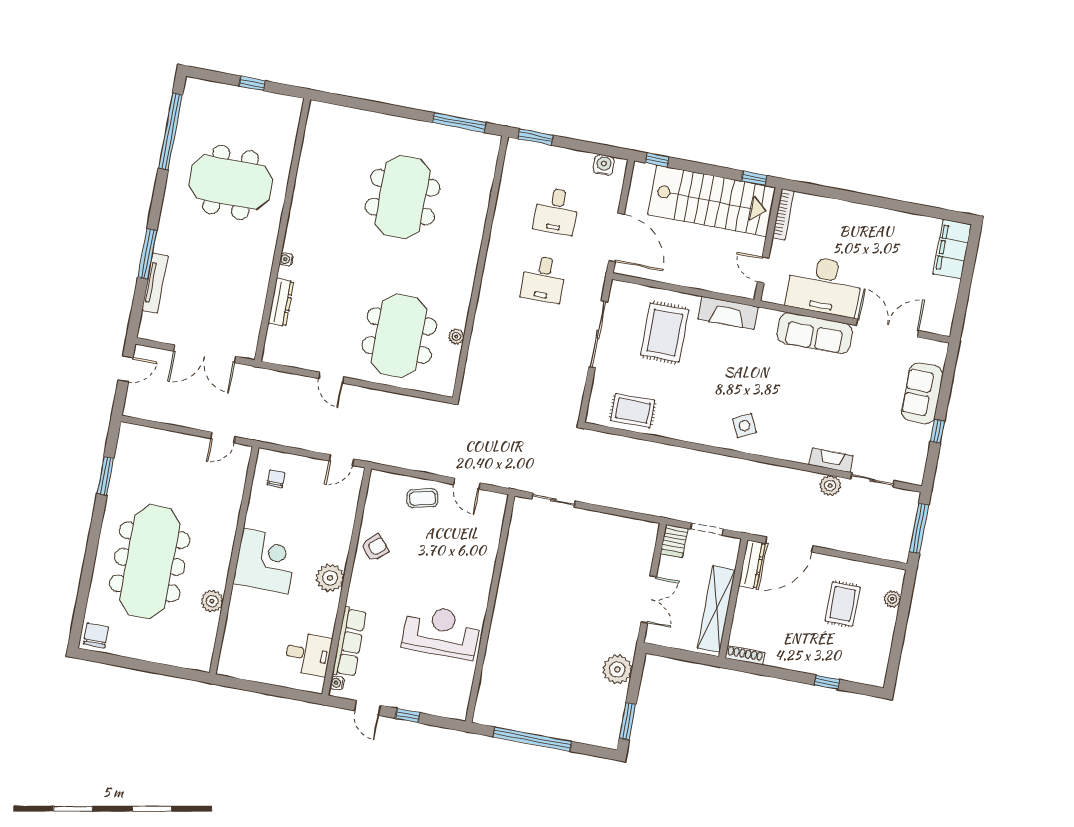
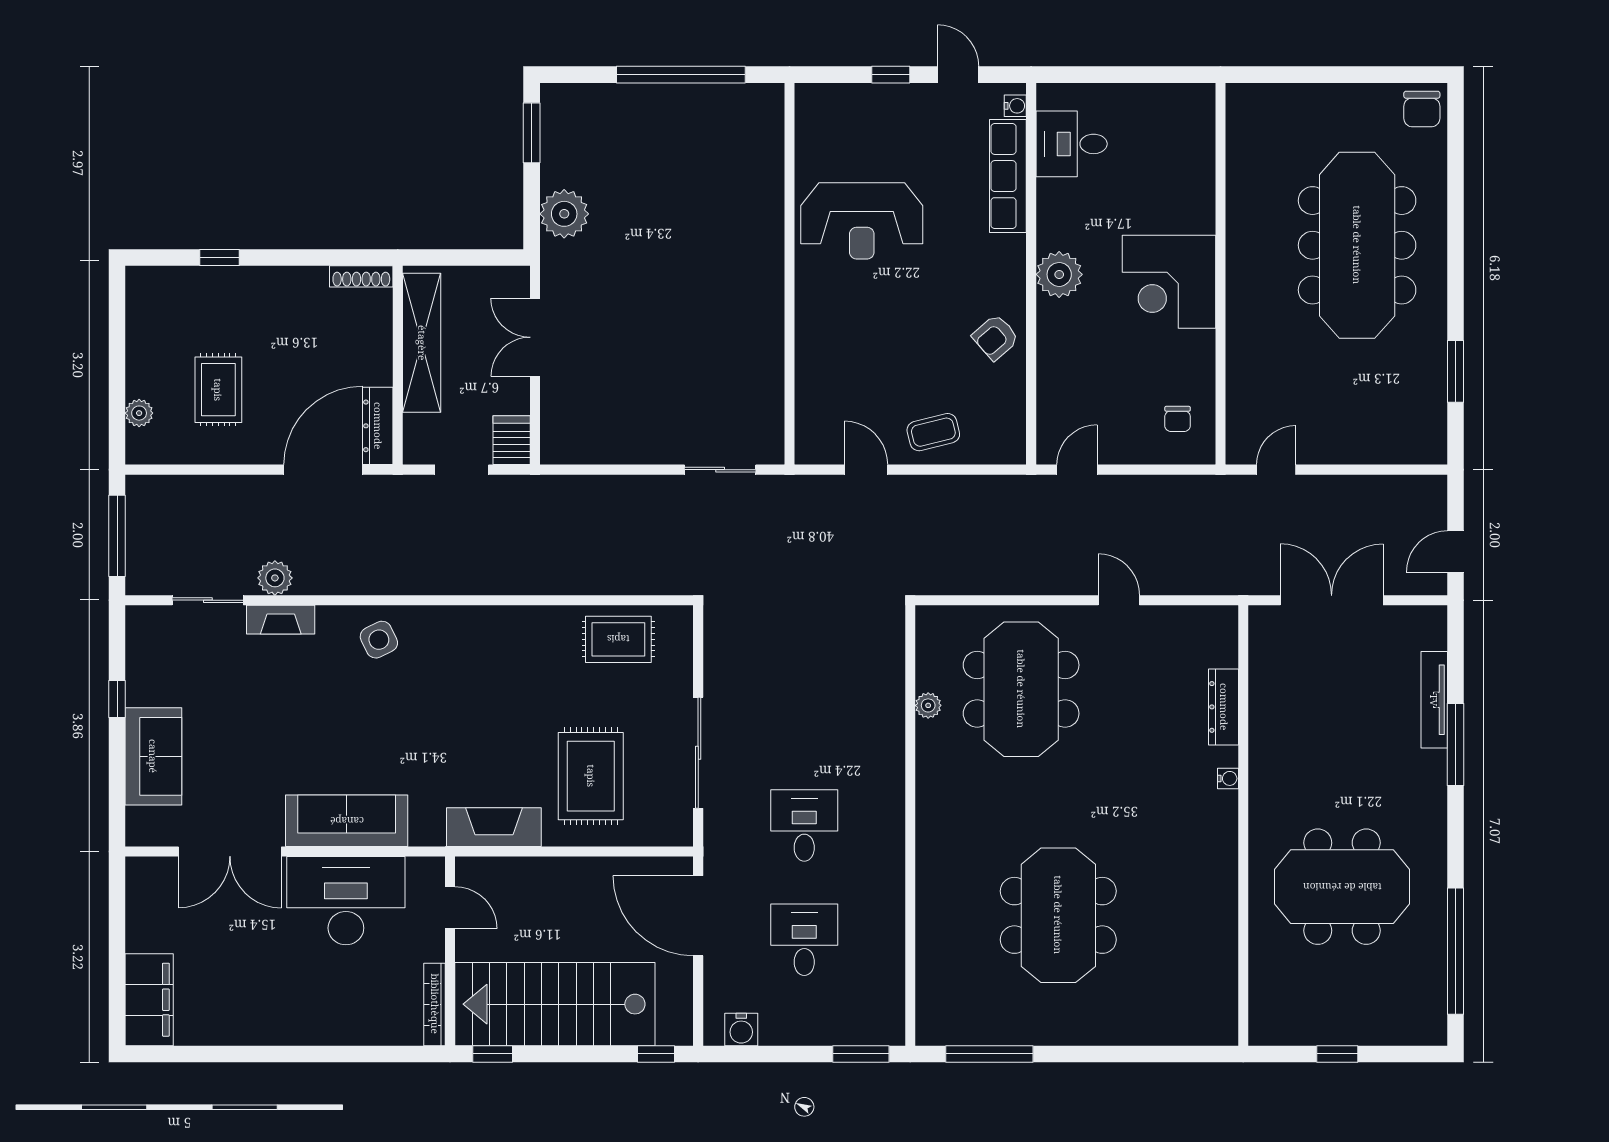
side table: (744, 426) -> (379, 640), moved
plant: (212, 601) -> (1244, 201), removed

